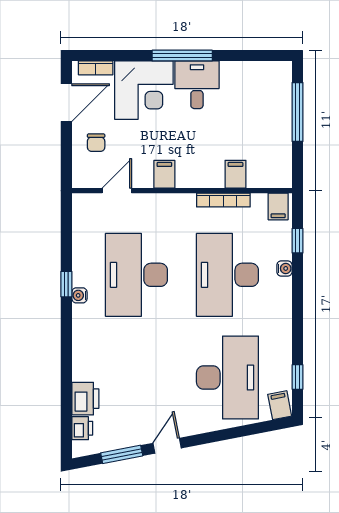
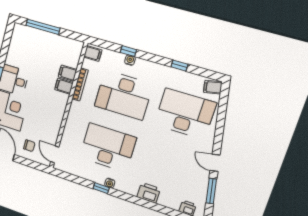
filing cabinet: (164, 174) -> (64, 86), moved
door: (117, 191) -> (55, 154), moved
window: (298, 241) -> (128, 51), moved
desk: (136, 275) -> (108, 147), turned 180
window: (298, 377) -> (179, 66), moved
printer: (85, 399) -> (149, 193), moved

